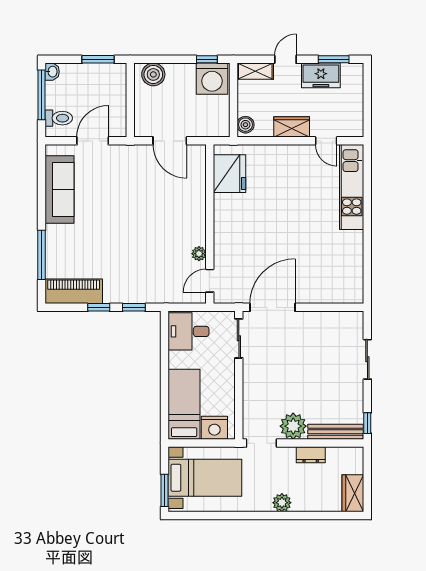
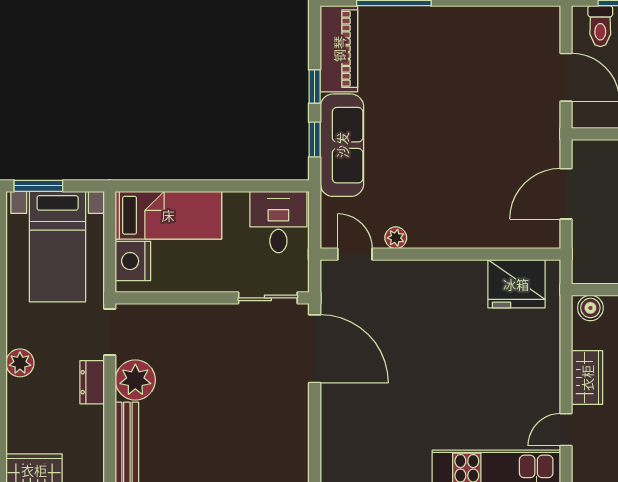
sofa: (60, 190) -> (342, 145), moved, turned -90
dresser: (311, 455) -> (92, 382), moved

